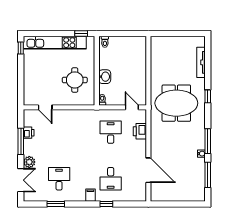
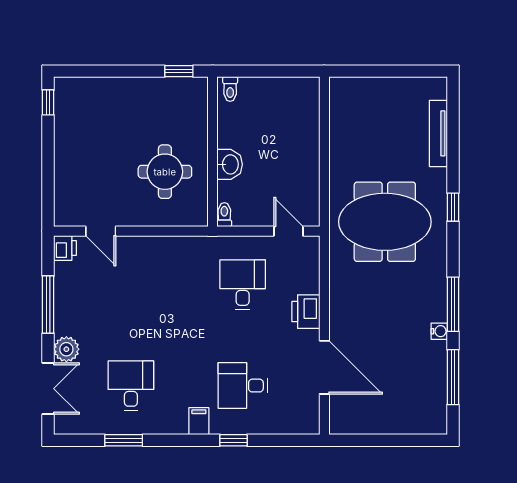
kitchen unit: (55, 43) -> (122, 91), removed
printer: (140, 131) -> (306, 312), moved
printer: (29, 133) -> (65, 248), moved
desk: (111, 179) -> (243, 386), turned 90

